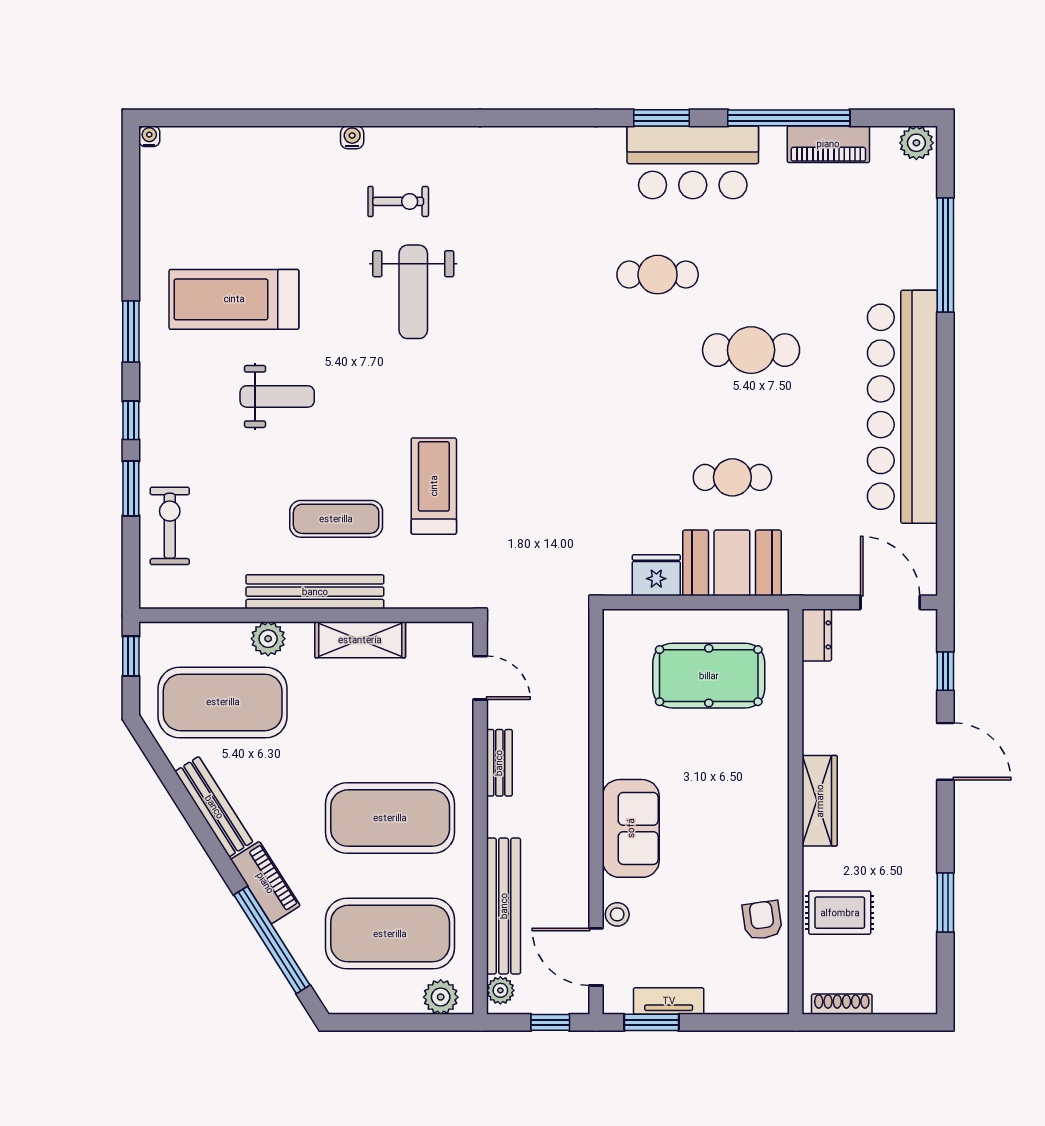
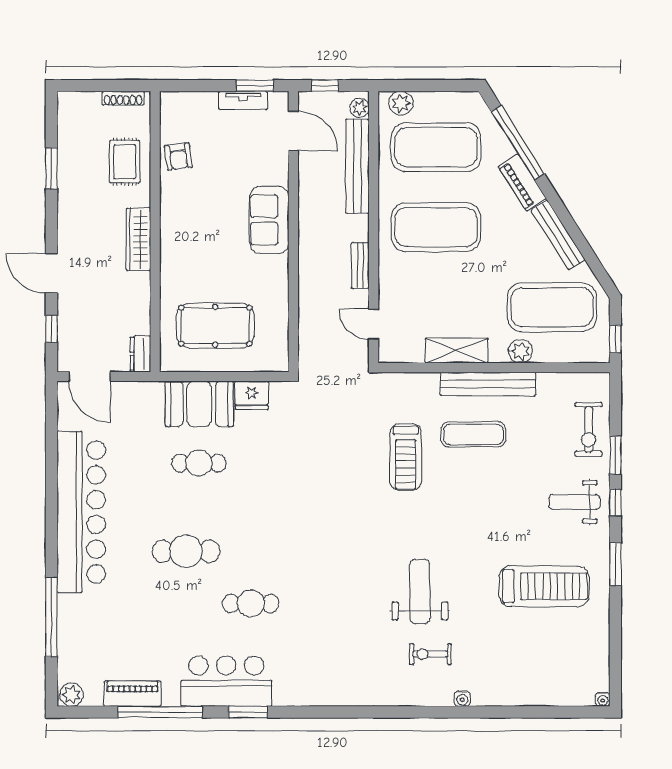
weight bench: (277, 396) -> (574, 502), moved
rug: (840, 913) -> (125, 162), turned 90
stool: (617, 914) -> (279, 160), removed

